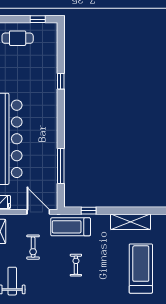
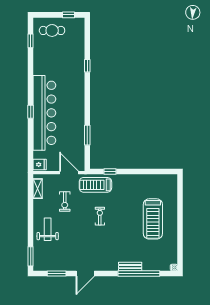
window: (61, 166) -> (87, 135), width x0.69
shelving: (131, 222) -> (144, 181), removed
treadmill: (141, 269) -> (153, 219), turned 180

